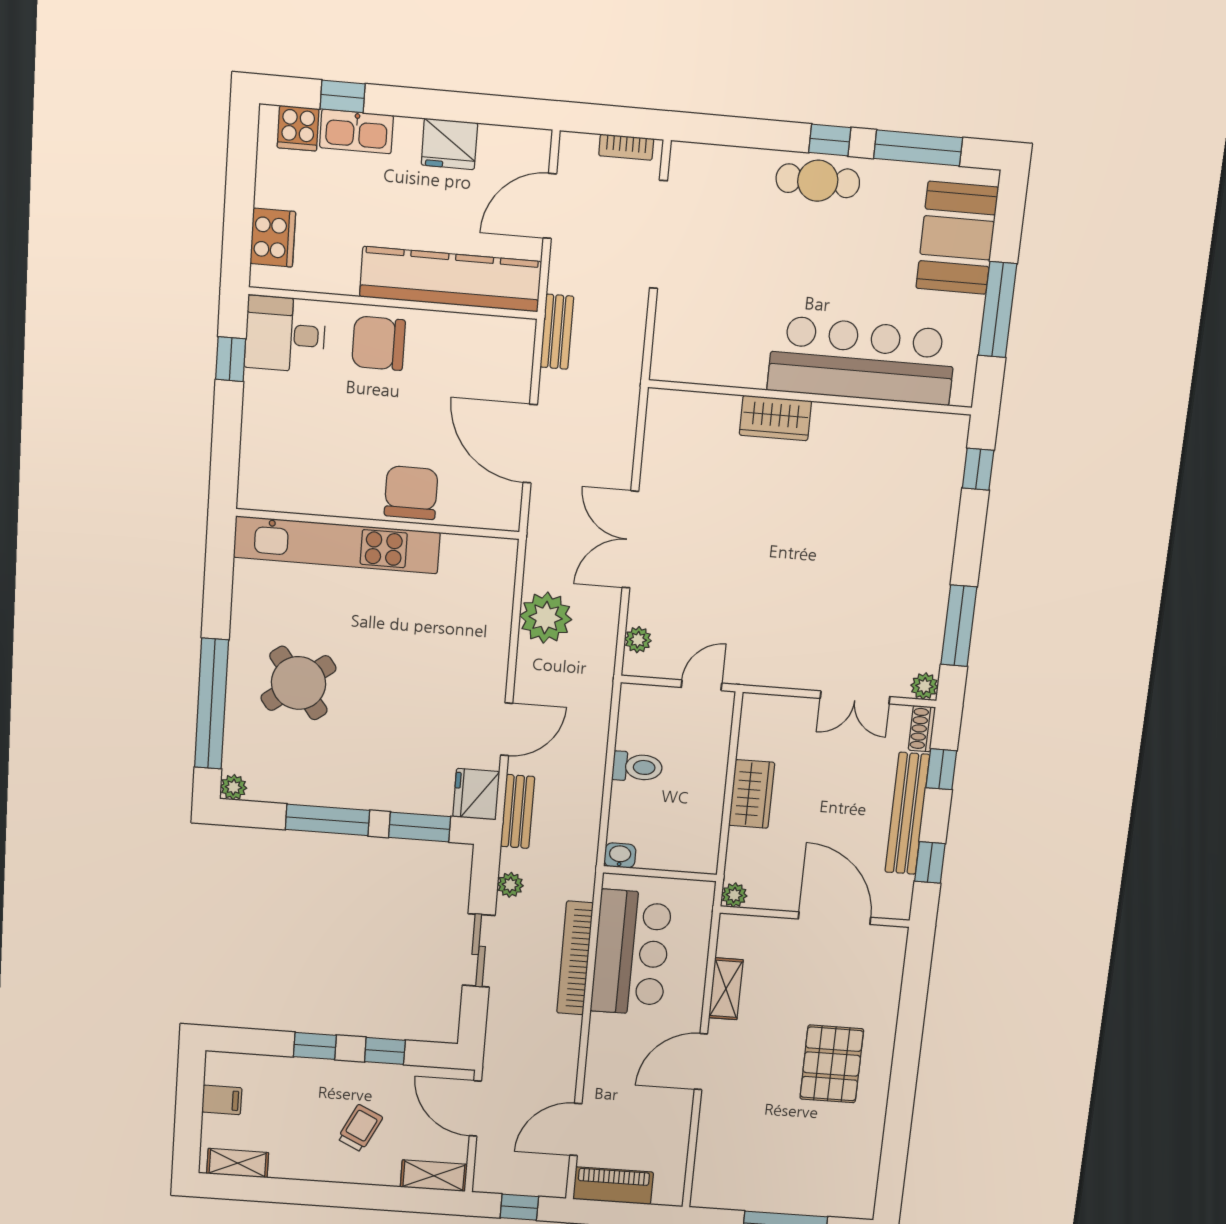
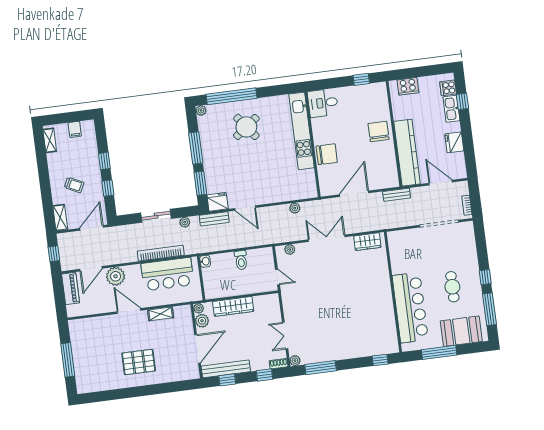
cafe table: (818, 181) -> (452, 287), moved
desk: (285, 334) -> (323, 103), moved, turned -90
wardrobe: (775, 418) -> (367, 242), moved, turned -90
plant: (546, 618) -> (295, 208), width x0.53, depth x0.53
wardrobe: (752, 794) -> (233, 306), width x1.50
bench: (907, 813) -> (226, 369), moved
plant: (767, 893) -> (202, 321), added
plant: (608, 1076) -> (116, 276), added
door: (576, 1129) -> (91, 269), swing flipped

